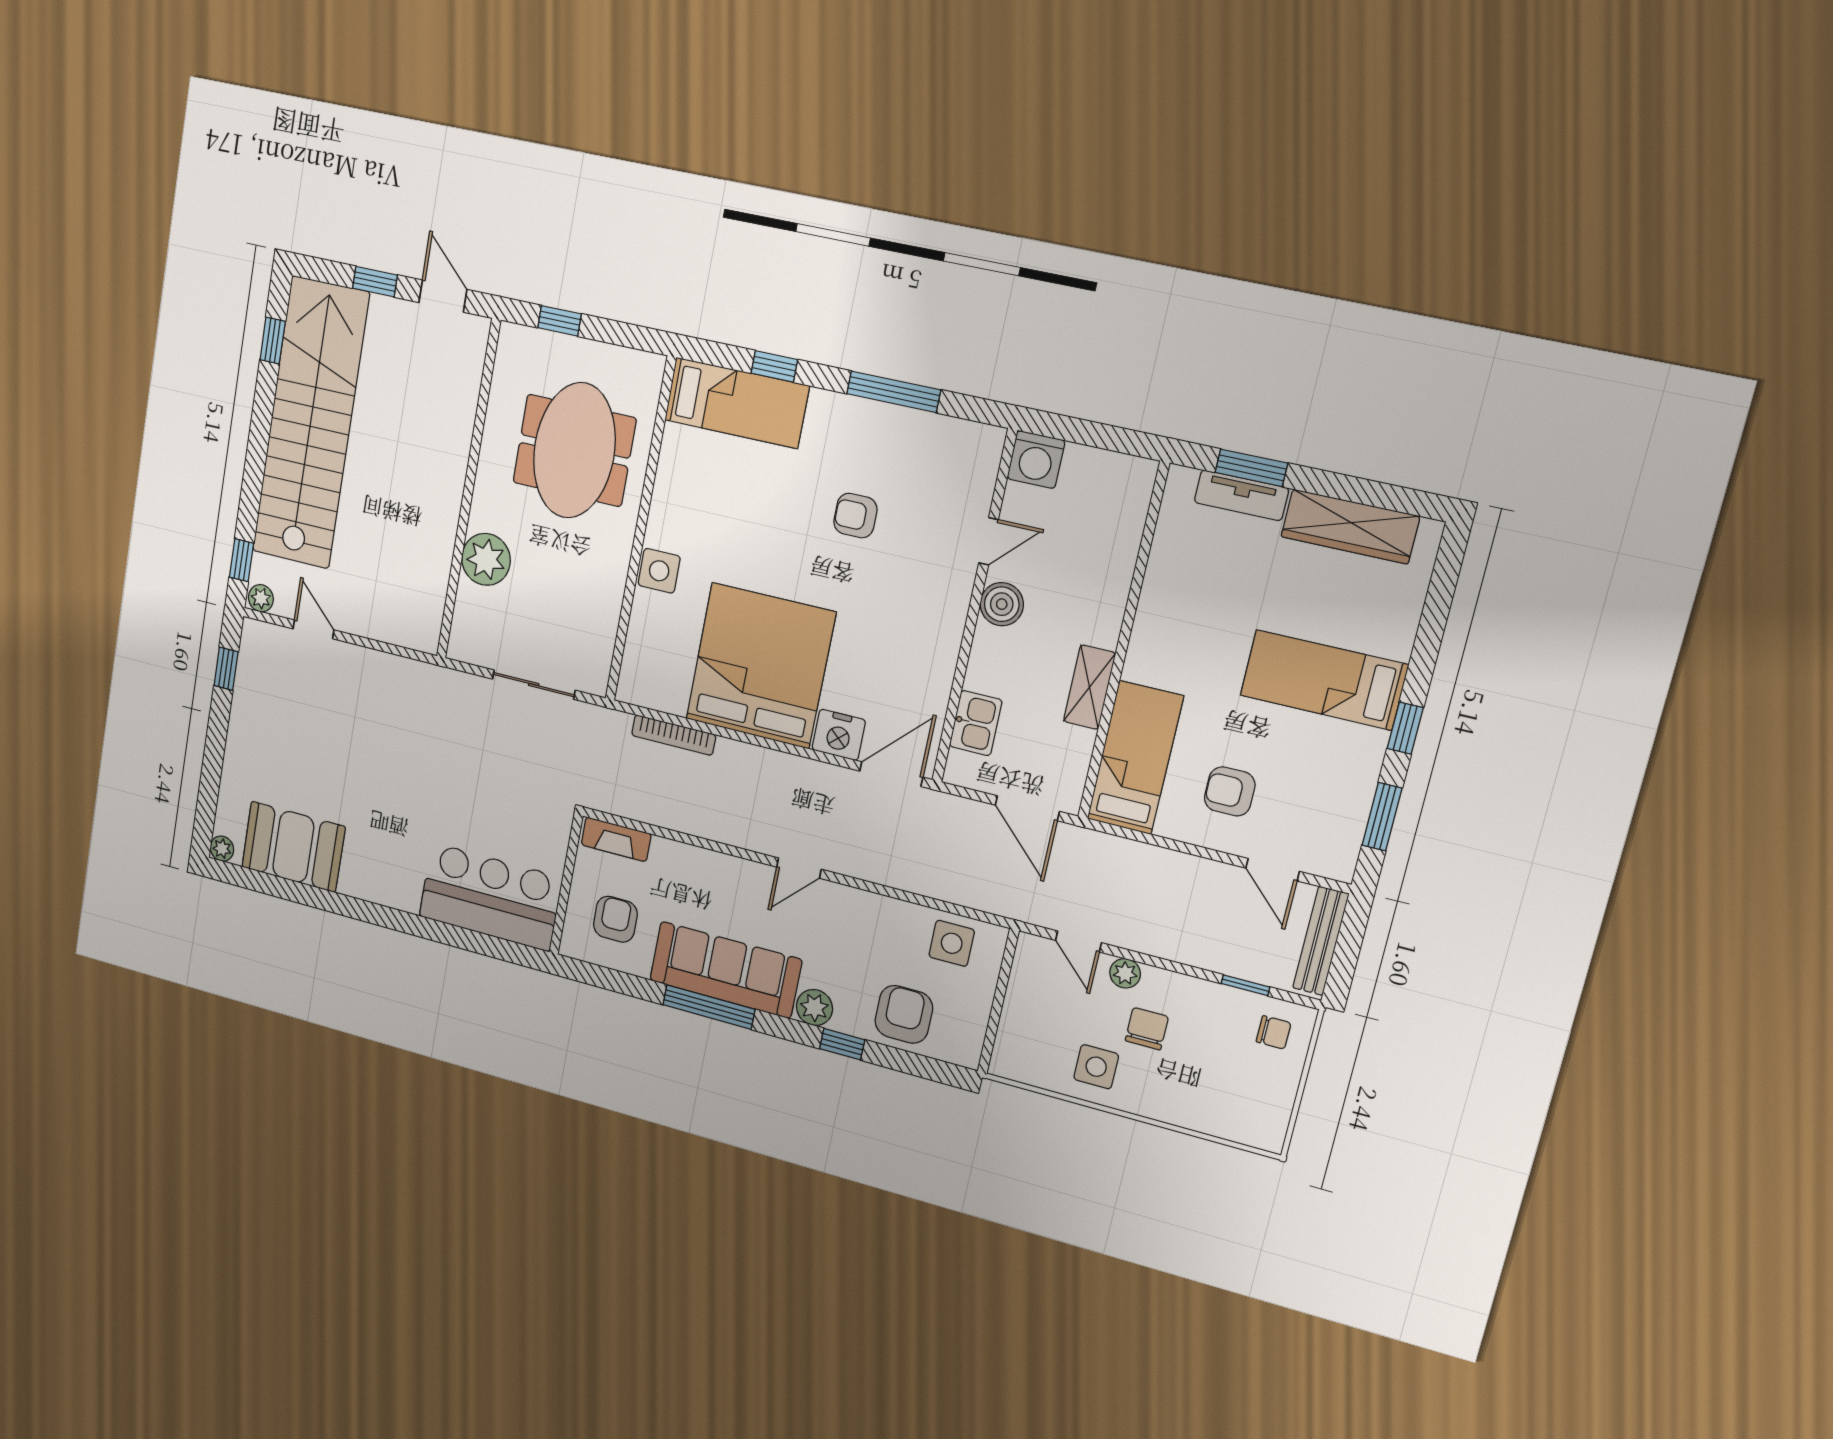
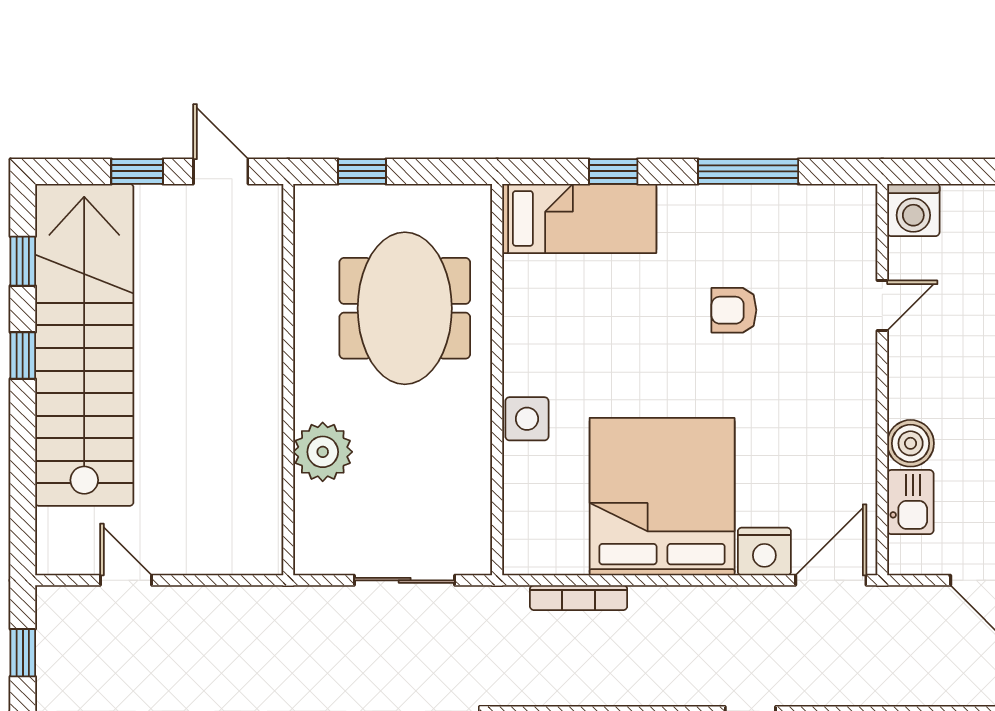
window: (241, 560) -> (23, 355), moved
plant: (261, 598) -> (54, 559), removed
boiler: (1002, 604) -> (911, 443), moved

